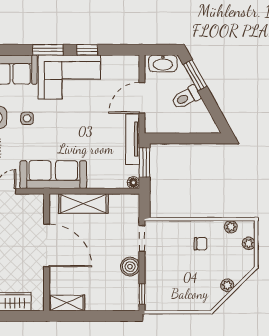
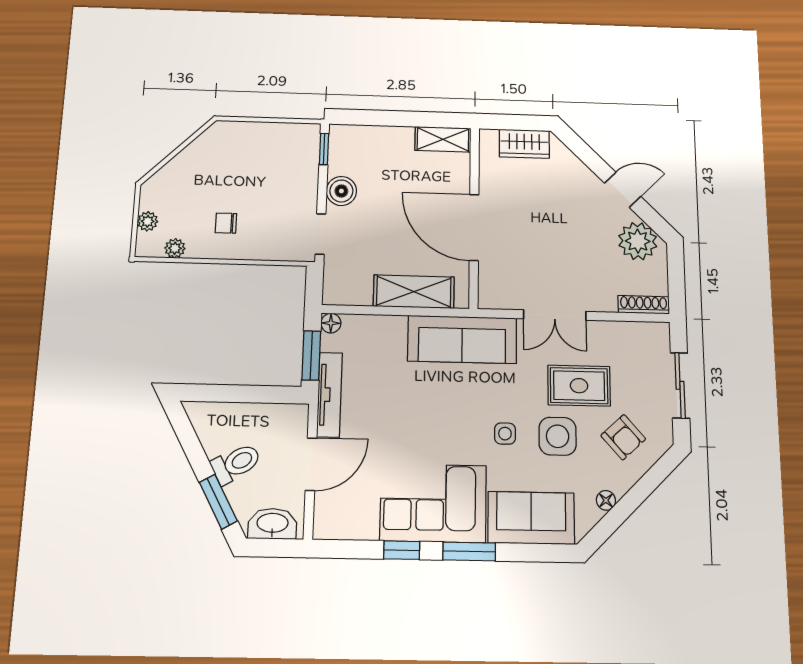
plant: (227, 285) -> (187, 158), removed

